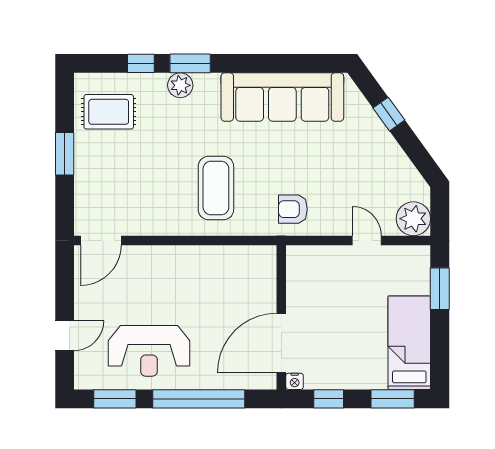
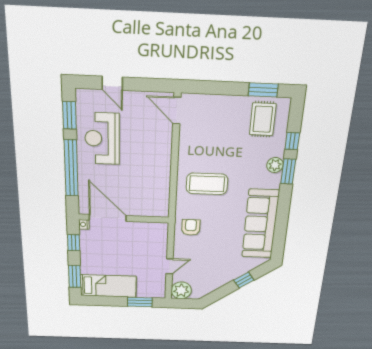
window: (65, 154) -> (263, 90), moved

